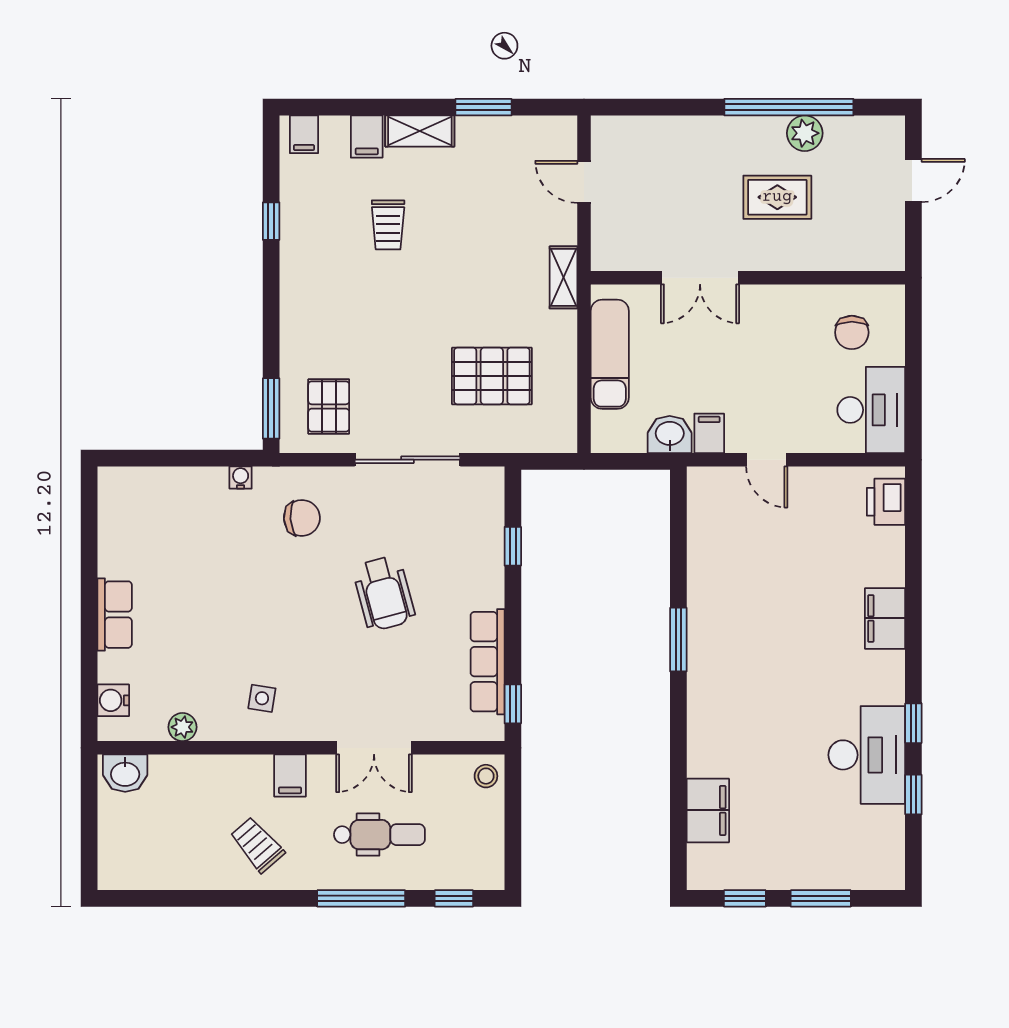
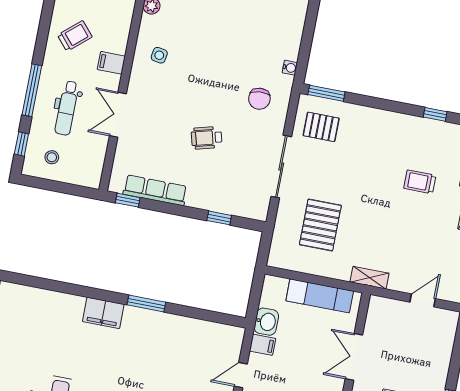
wheelchair: (384, 593) -> (207, 138), width x0.73, depth x0.73
stool: (486, 776) -> (52, 157), moved
filing cabinet: (708, 810) -> (103, 313), moved

